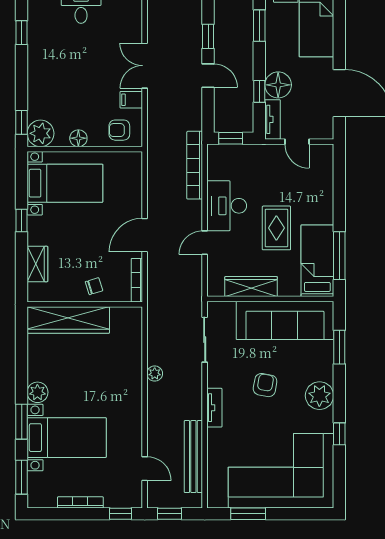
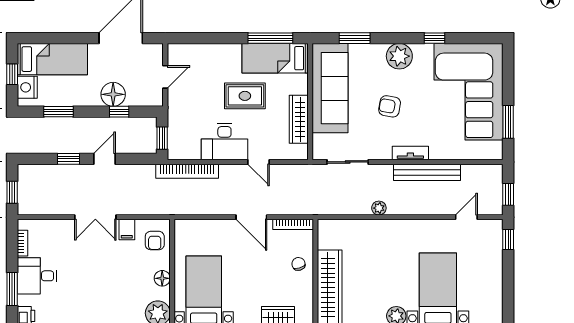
tv unit: (273, 119) -> (145, 99), removed
bench: (193, 457) -> (427, 172), moved
bookcase: (80, 502) -> (498, 276), removed

